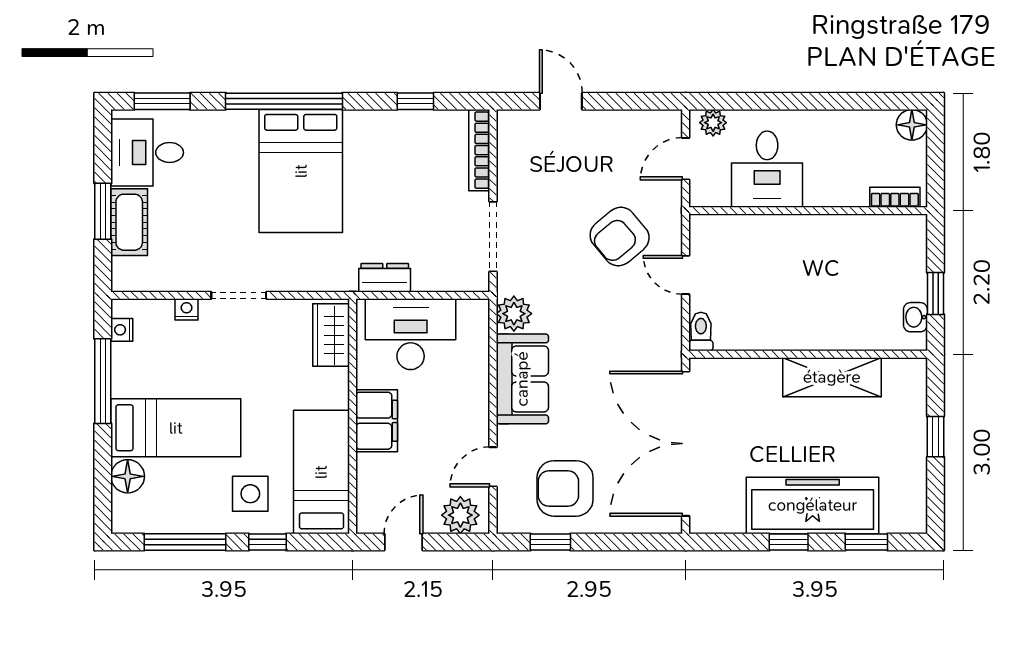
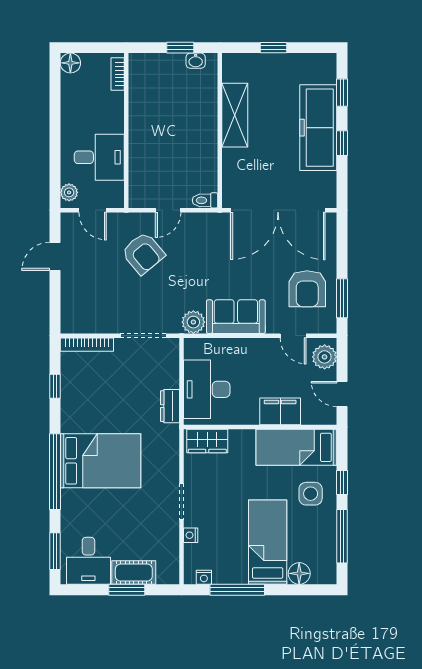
door: (561, 101) -> (55, 256), moved
filing cabinet: (377, 421) -> (280, 411), moved
window: (550, 542) -> (342, 298), width x1.50

